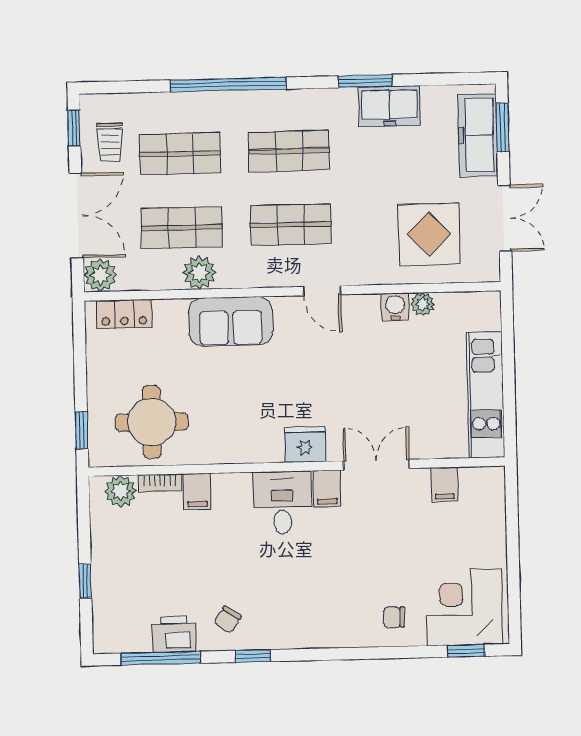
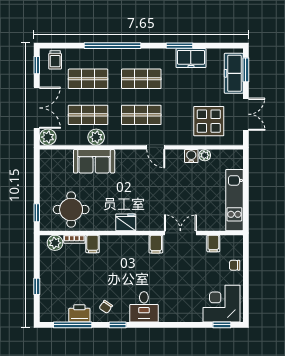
trolley: (110, 142) -> (55, 60), moved
locker: (124, 314) -> (59, 156), removed
sofa: (231, 321) -> (94, 161), moved
fridge: (305, 445) -> (126, 222), moved
desk: (282, 503) -> (144, 307), moved, turned 180
chair: (394, 617) -> (235, 265), moved

